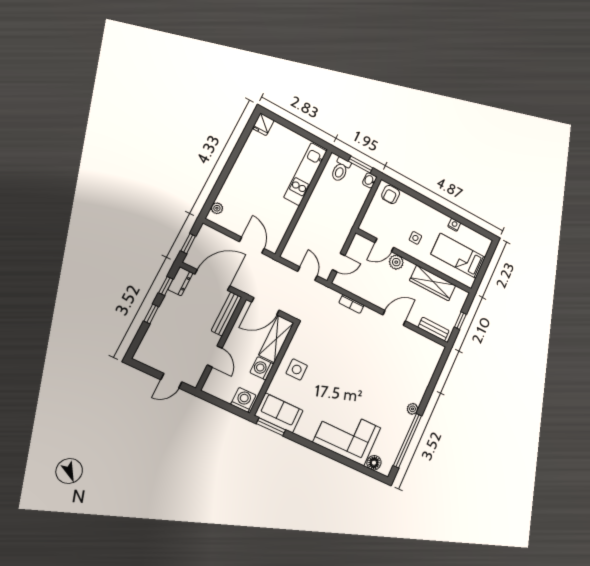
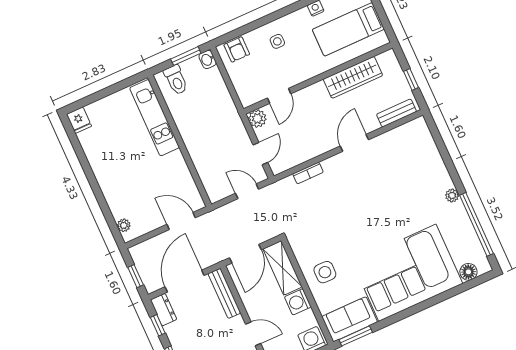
side table: (415, 238) -> (277, 41), moved
plant: (396, 262) -> (257, 119), moved
corner sofa: (347, 435) -> (407, 273), width x1.36, depth x1.36

